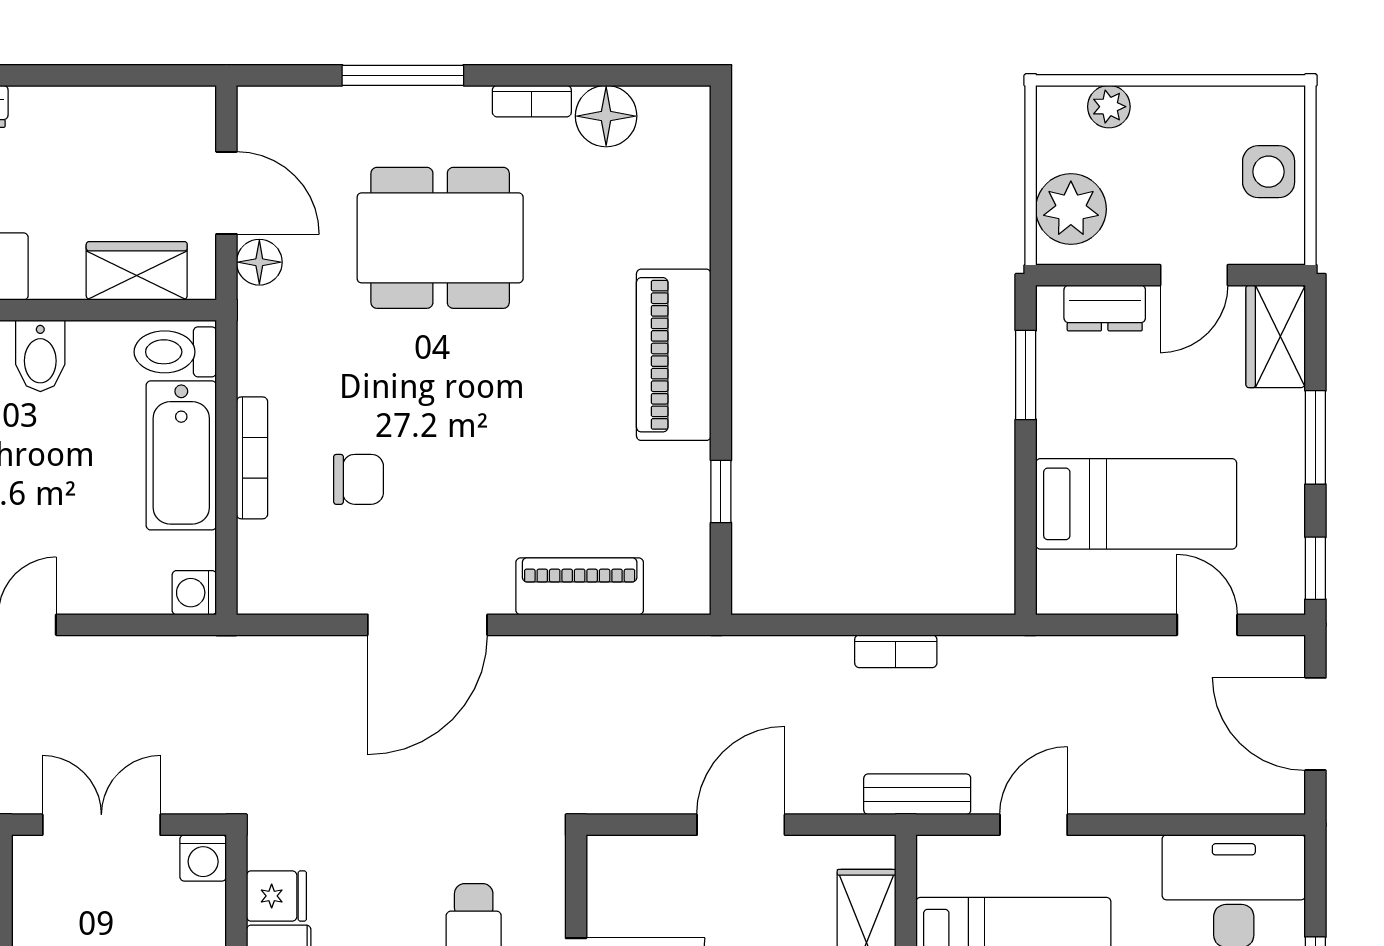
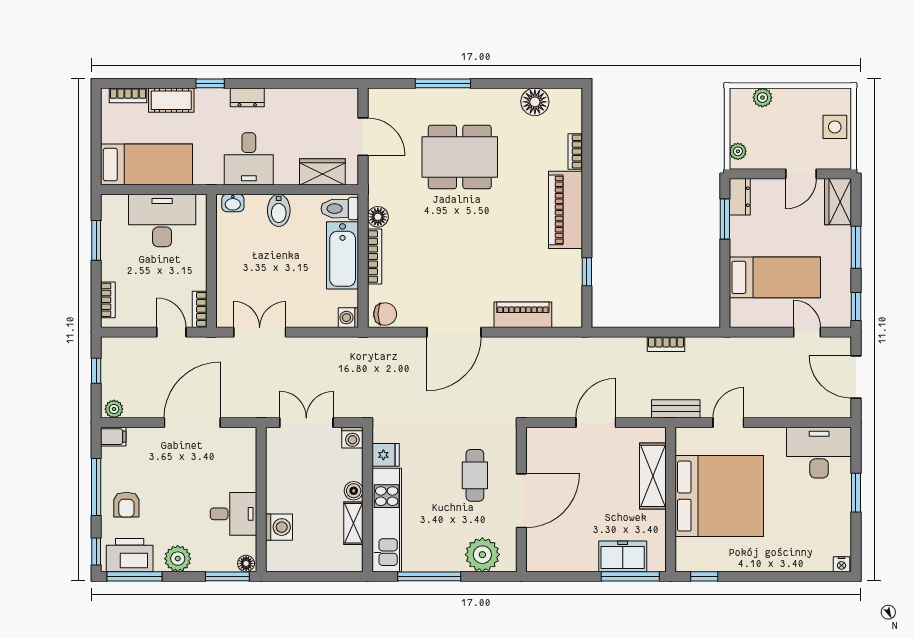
bookcase: (532, 101) -> (575, 151), moved, turned 90
plant: (1071, 209) -> (738, 151), width x0.53, depth x0.53
floor lamp: (259, 262) -> (378, 217), moved
dresser: (1105, 308) -> (740, 197), moved, turned -90
chair: (358, 479) -> (385, 314), moved

